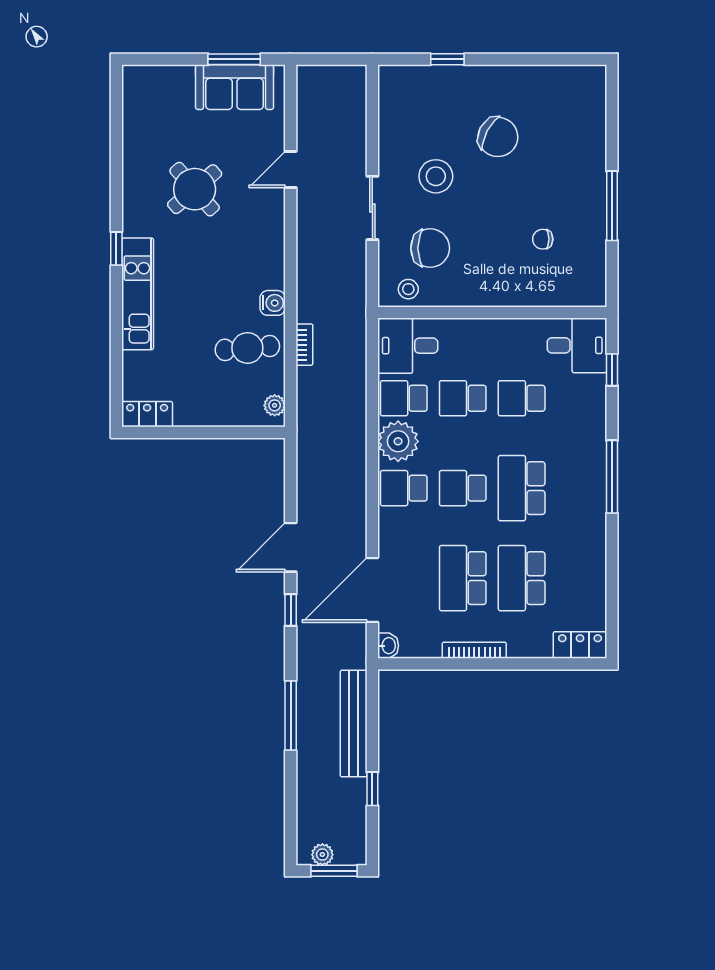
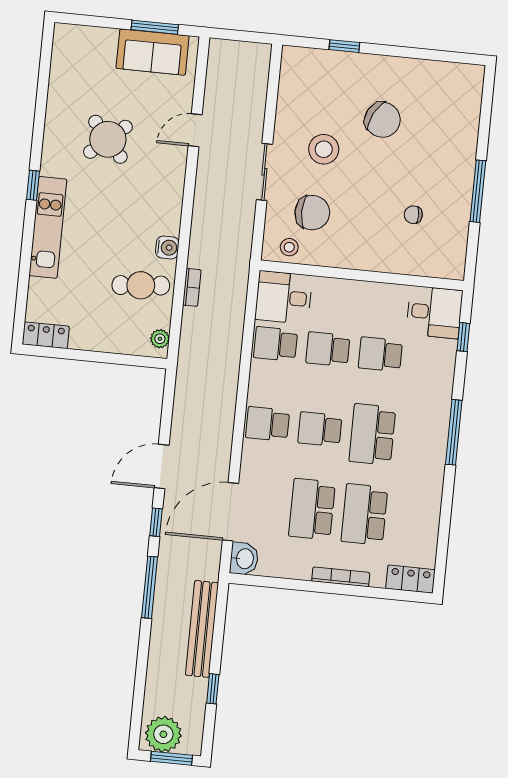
plant: (398, 441) -> (267, 382), removed
washbasin: (388, 646) -> (244, 559), width x1.38, depth x1.45
bookcase: (474, 650) -> (341, 577), moved
window: (291, 715) -> (150, 587), moved
plant: (322, 855) -> (163, 734), width x1.87, depth x1.87

